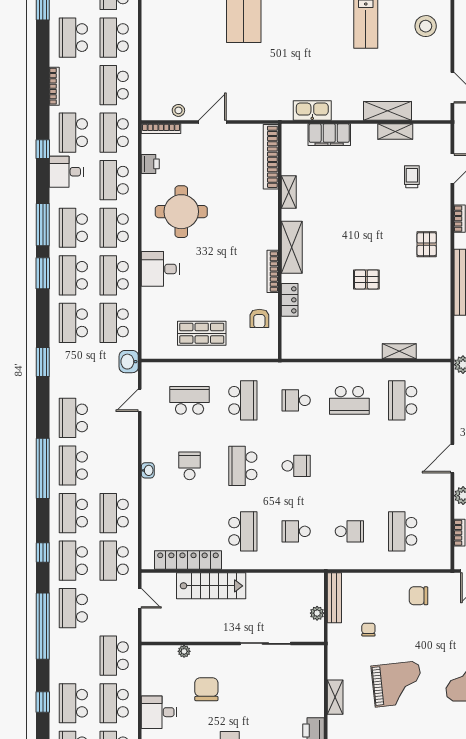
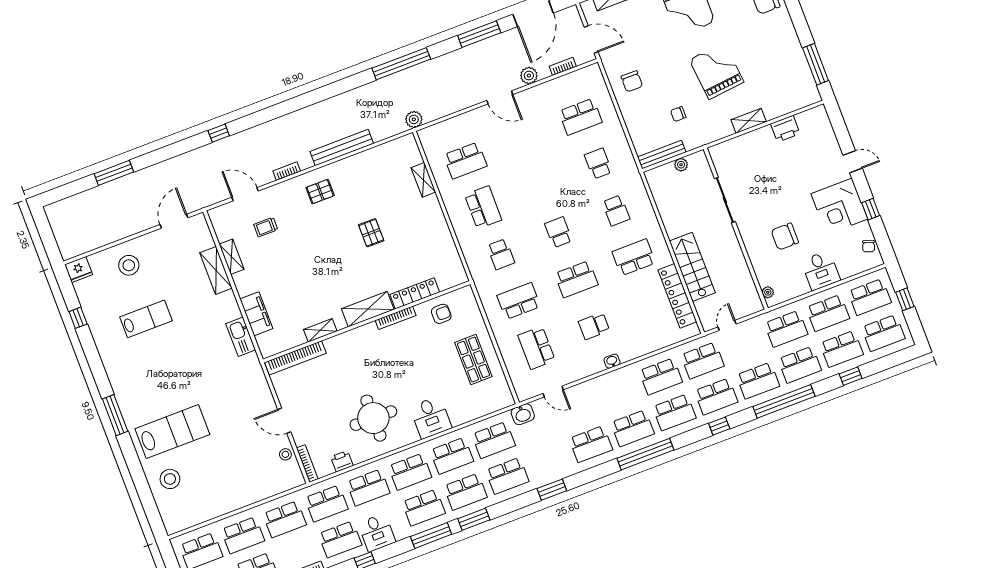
locker: (290, 300) -> (415, 293), width x1.53
plant: (184, 651) -> (768, 292), moved
school desk: (73, 656) -> (800, 365), added

